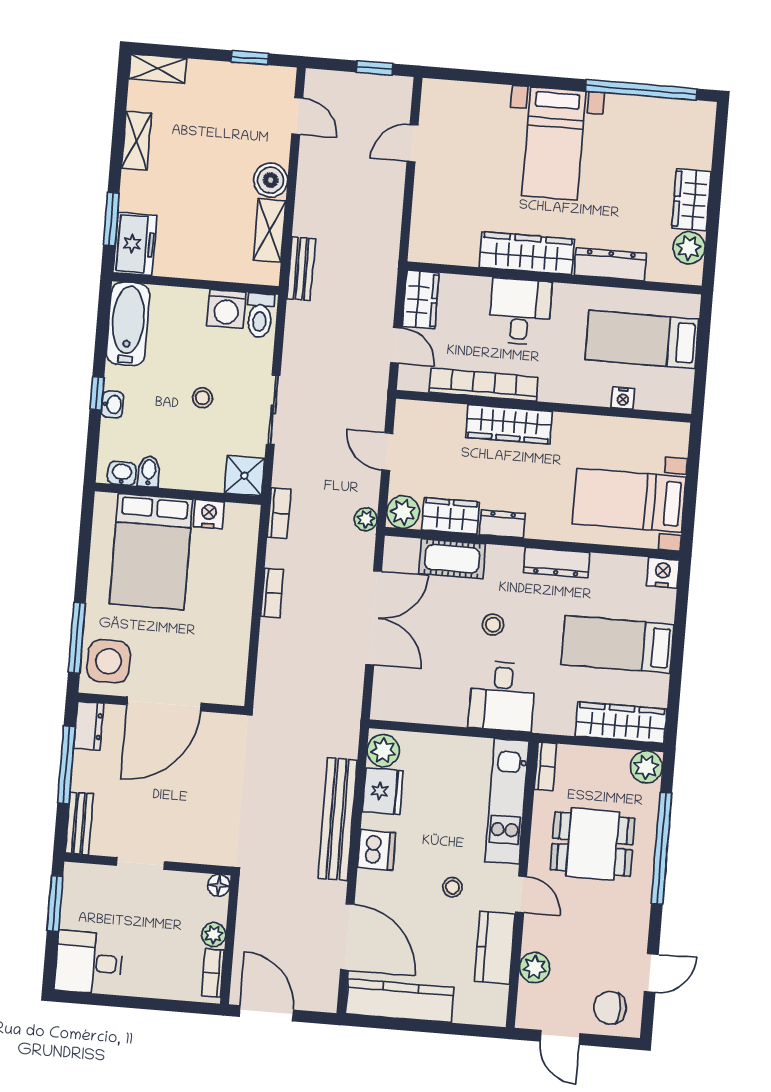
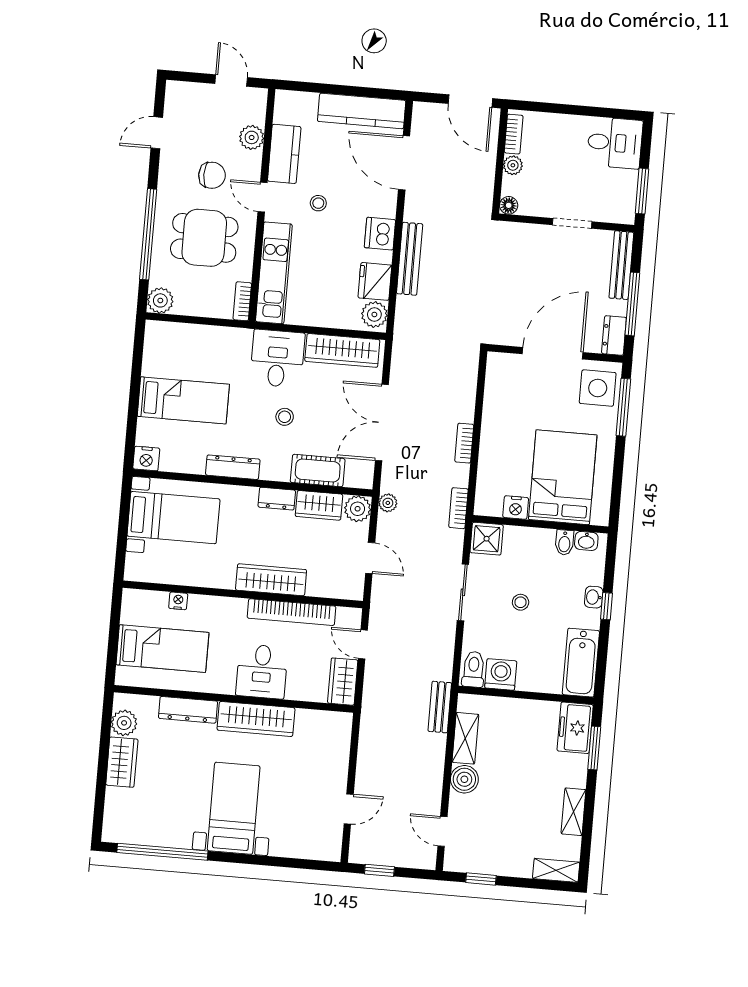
wardrobe: (621, 723) -> (342, 350), moved
bench: (338, 819) -> (410, 259), width x0.73, depth x0.82
bench: (79, 823) -> (621, 265), width x1.36
chair: (610, 1008) -> (212, 175), moved

